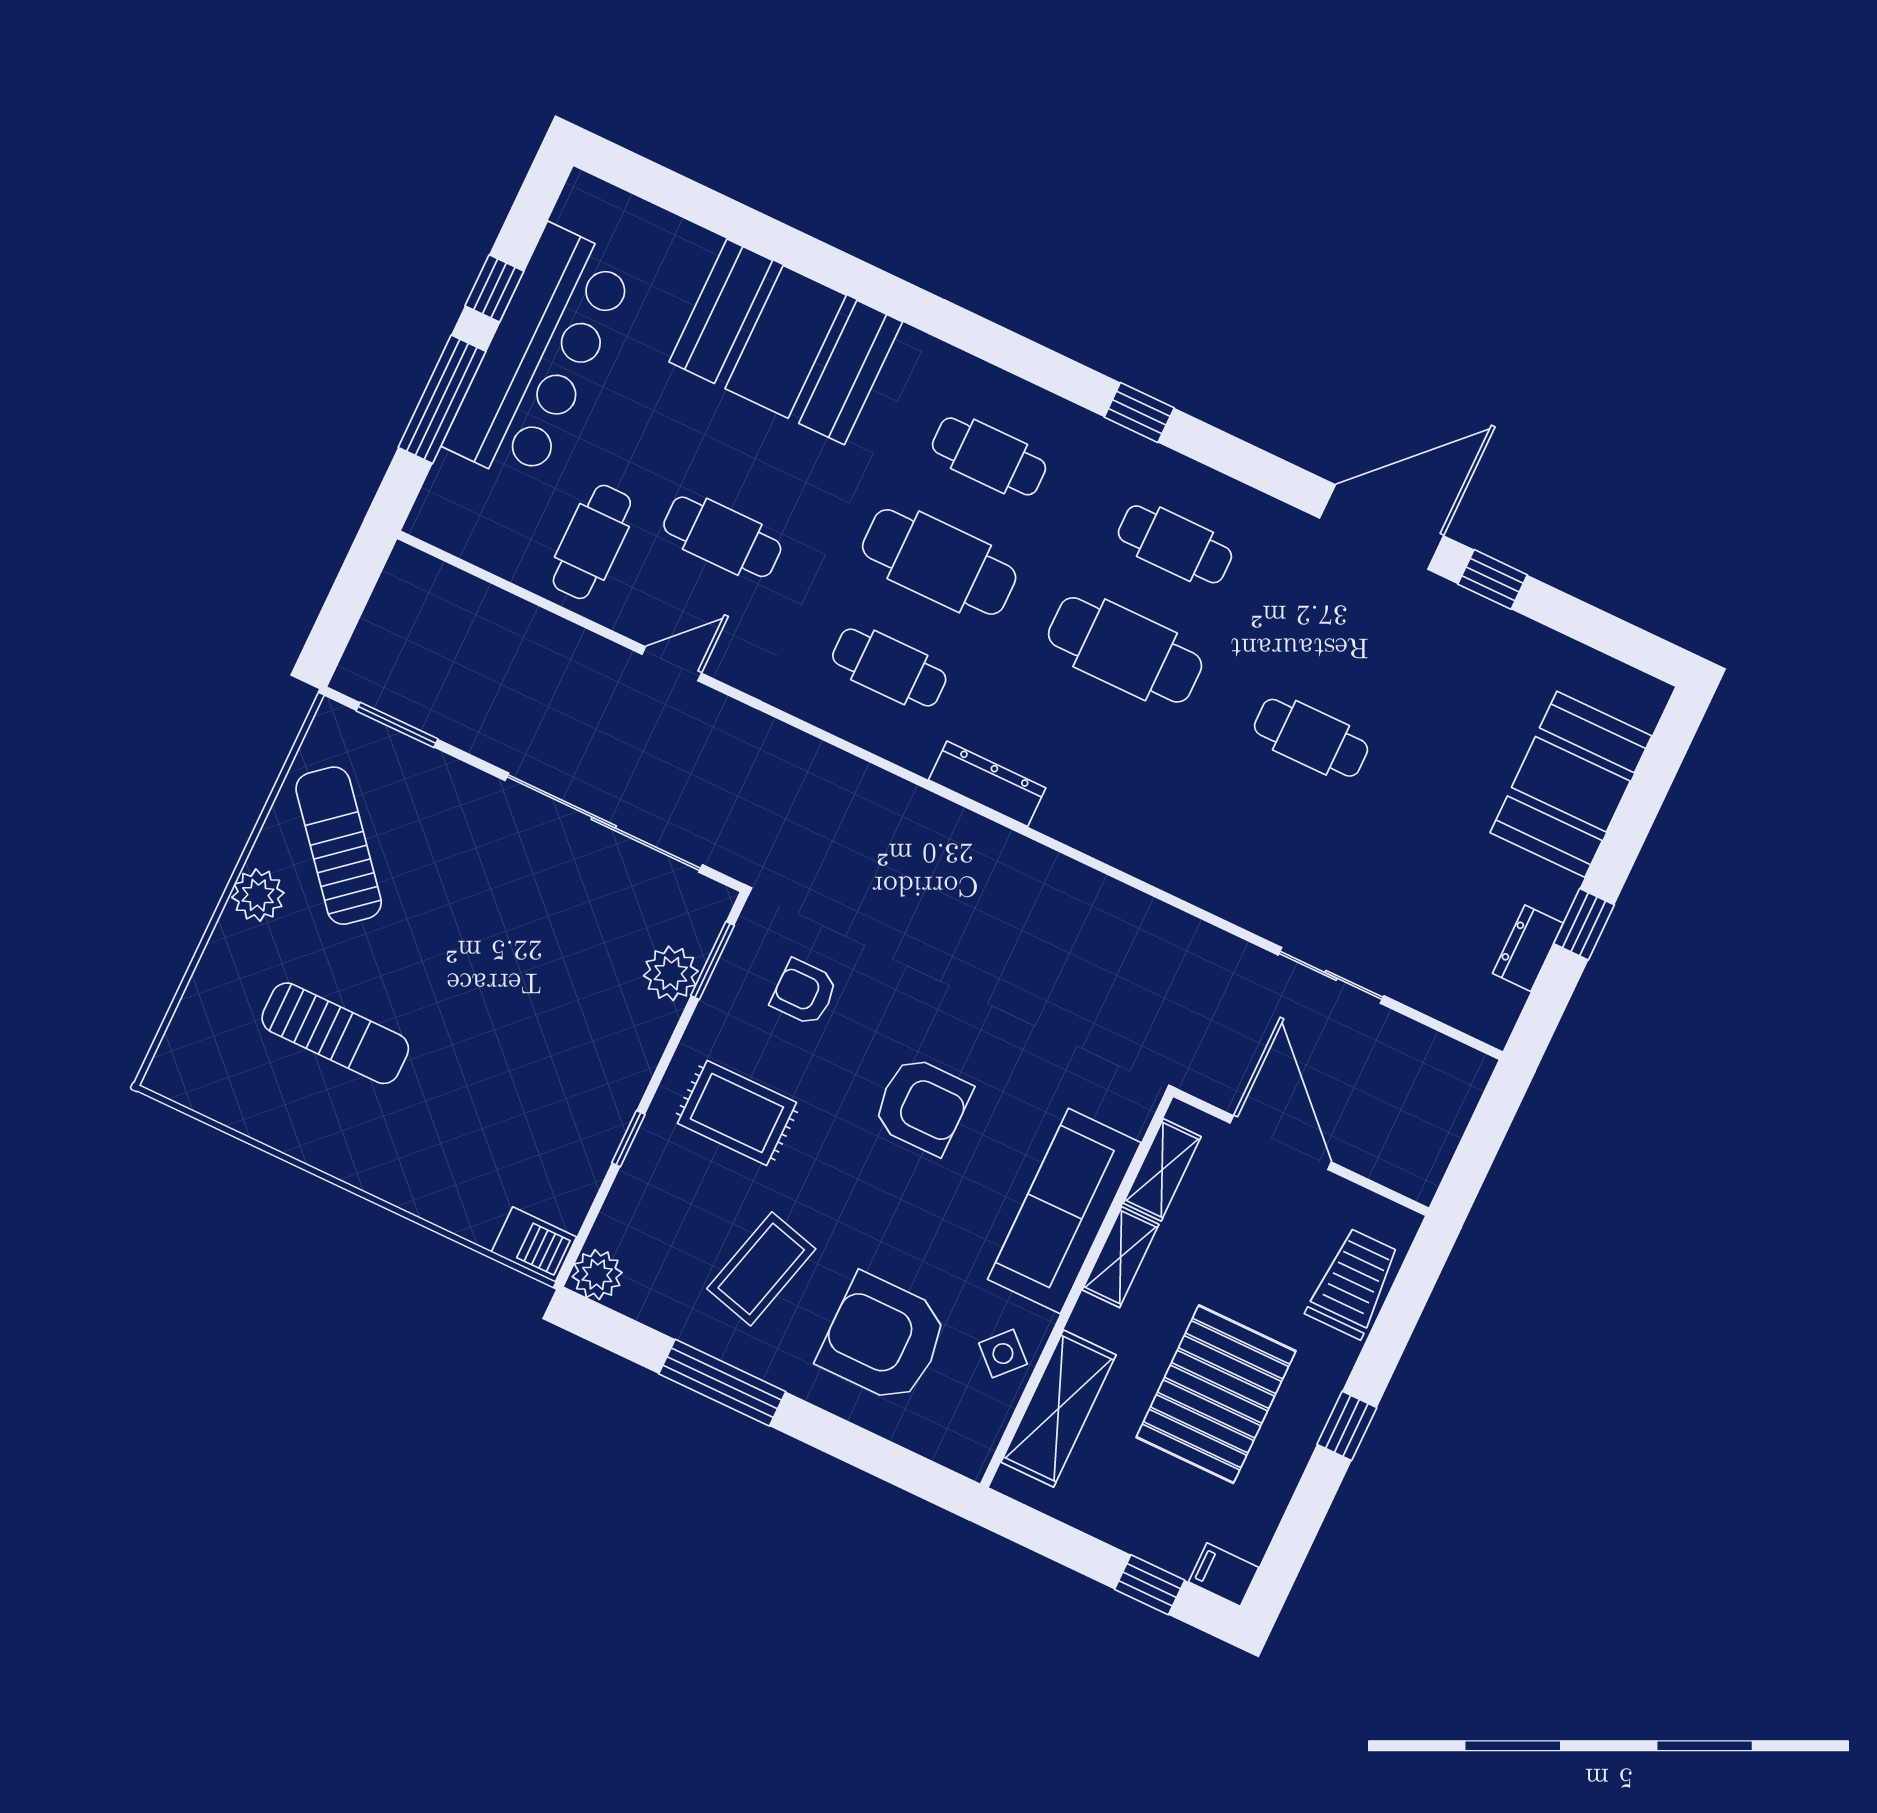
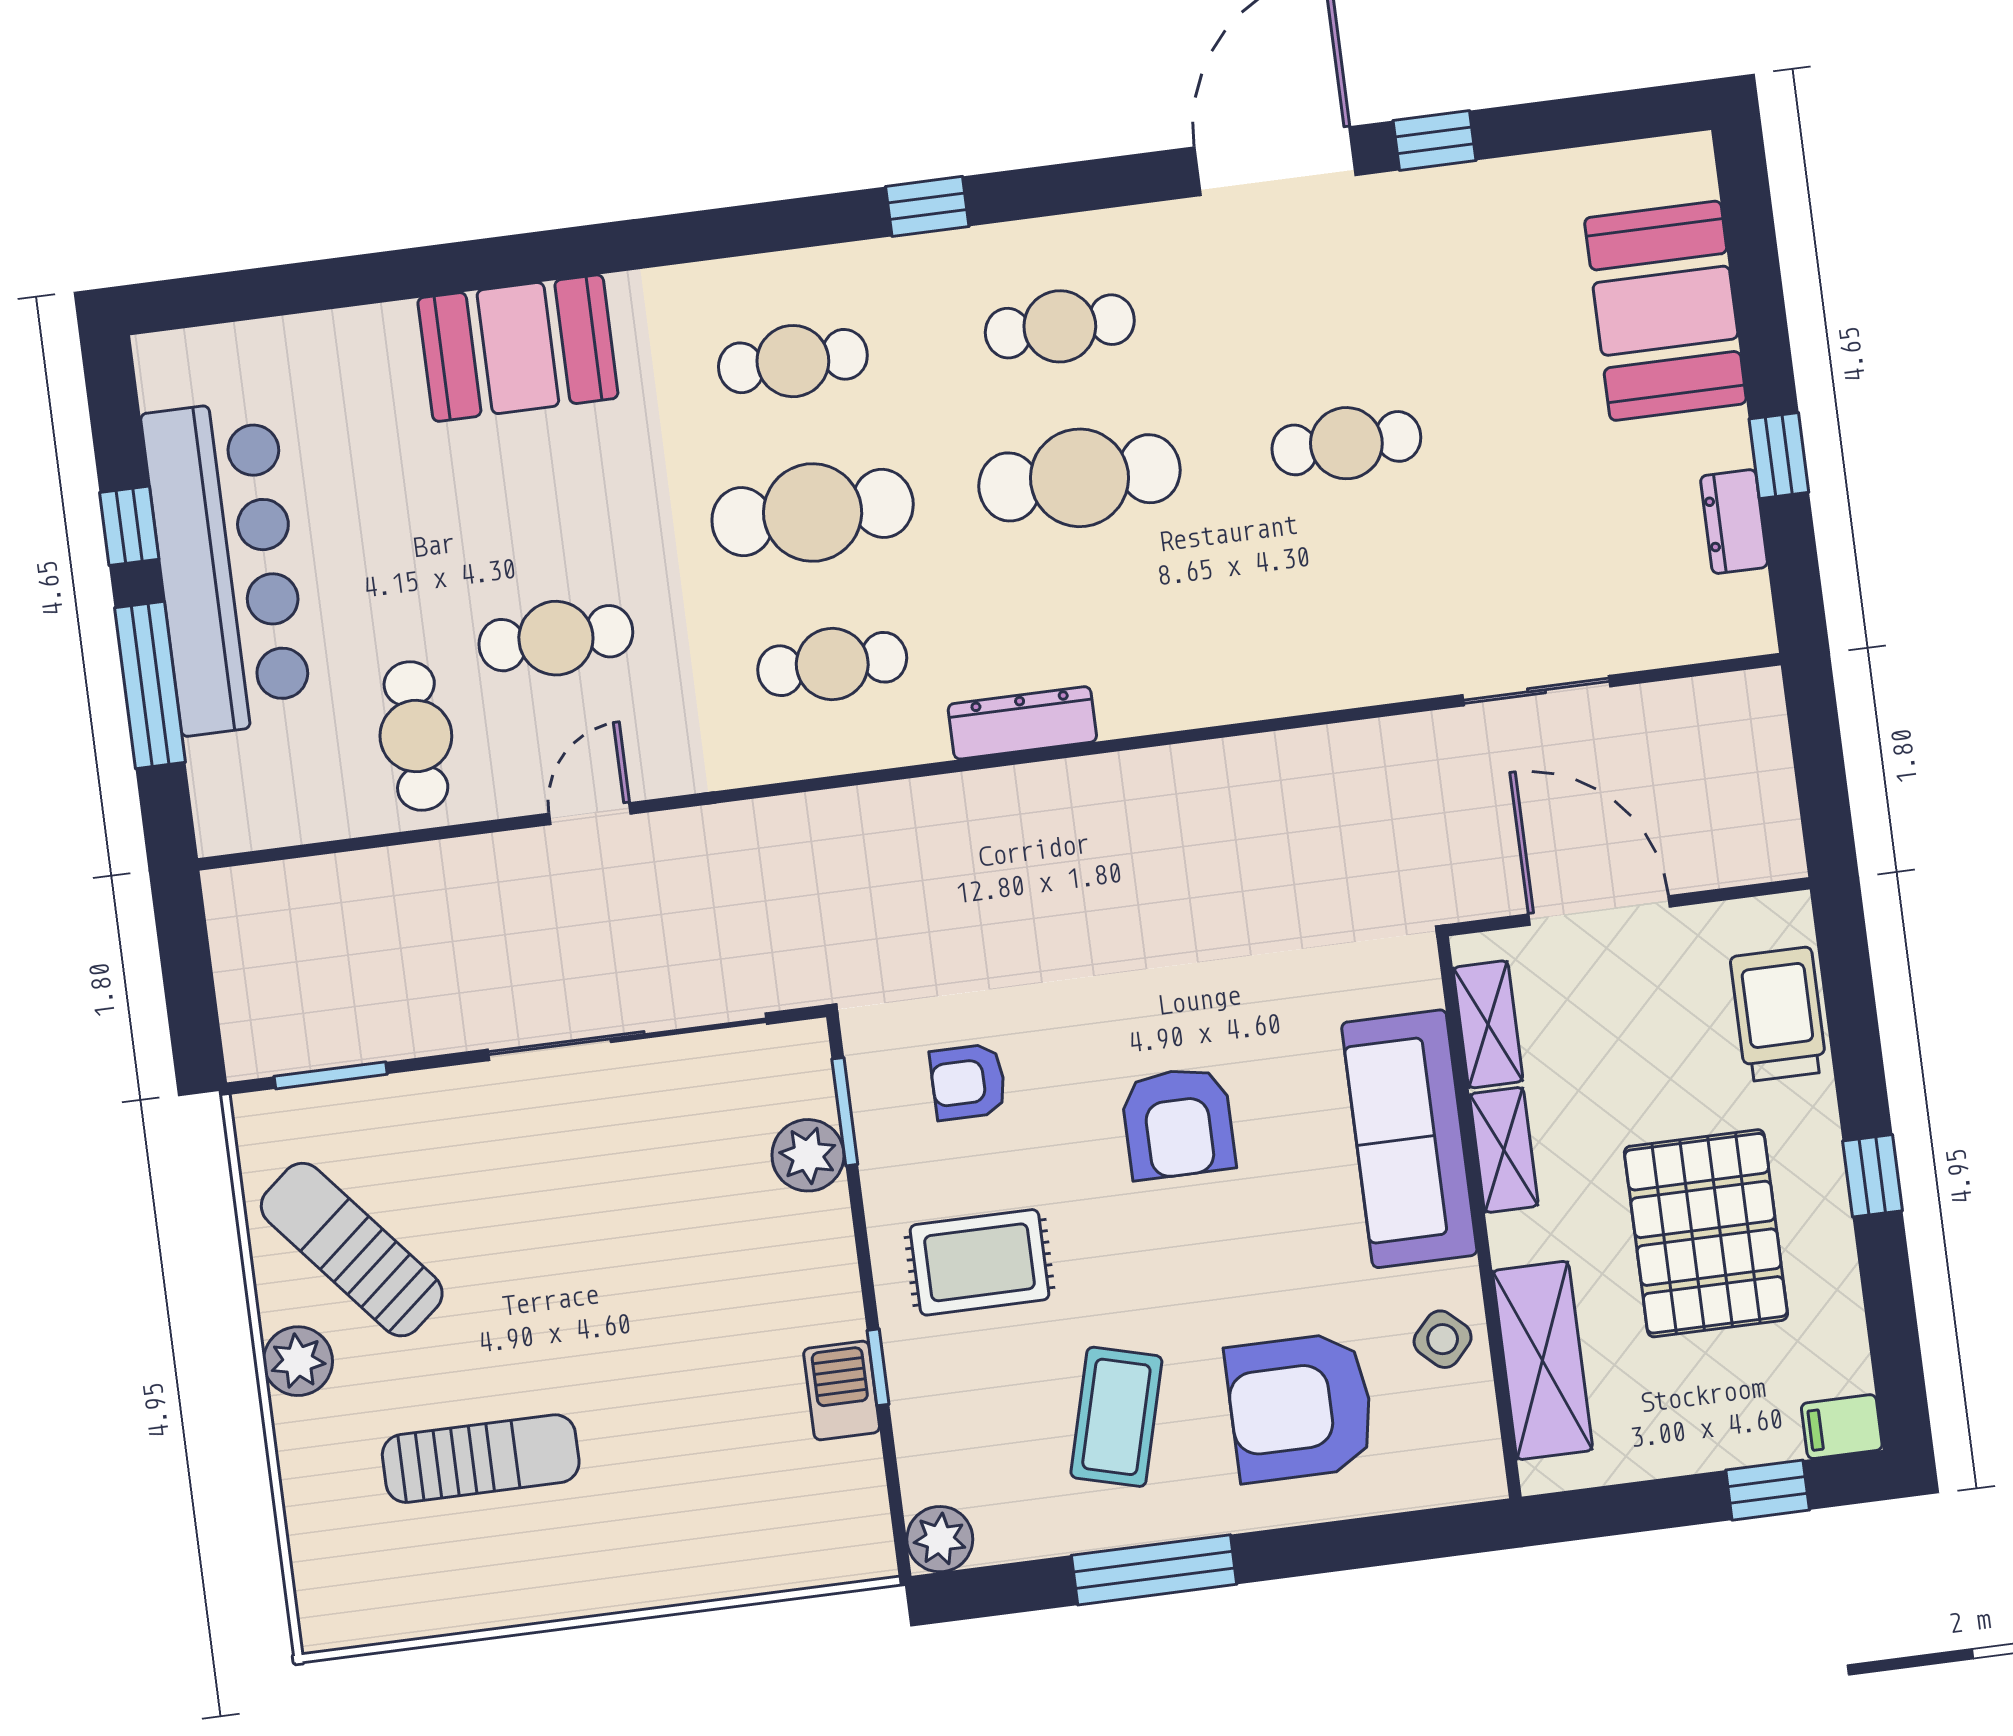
booth: (786, 342) -> (518, 348), width x0.73, depth x0.70
armchair: (922, 1105) -> (1178, 1123), turned 90
barbecue: (534, 1245) -> (842, 1390), moved, turned -90

